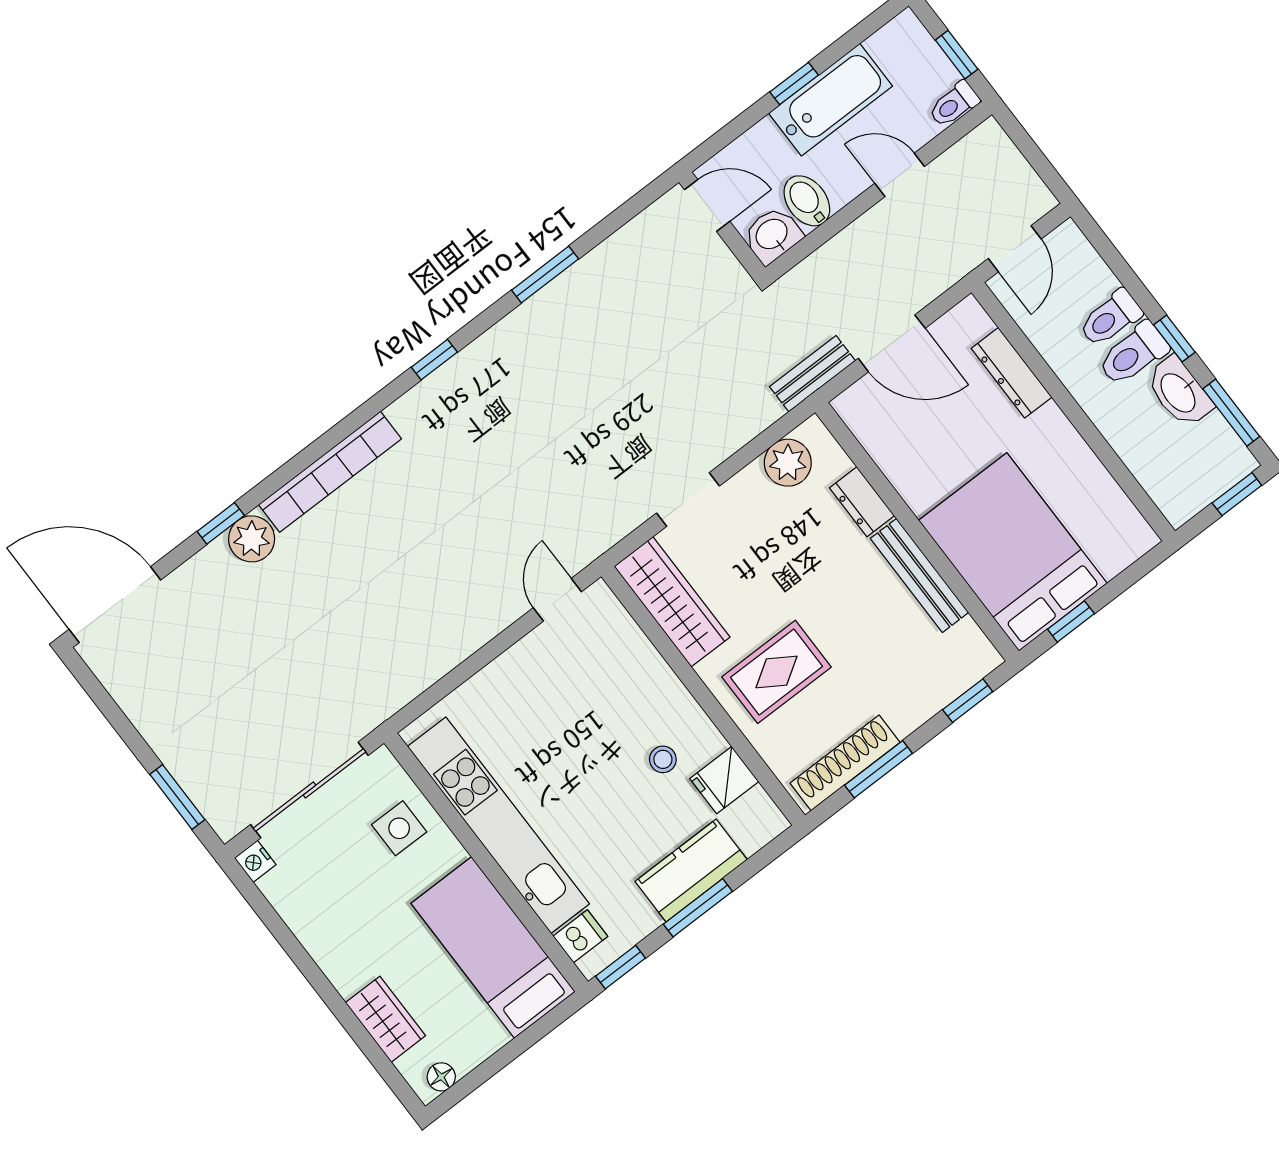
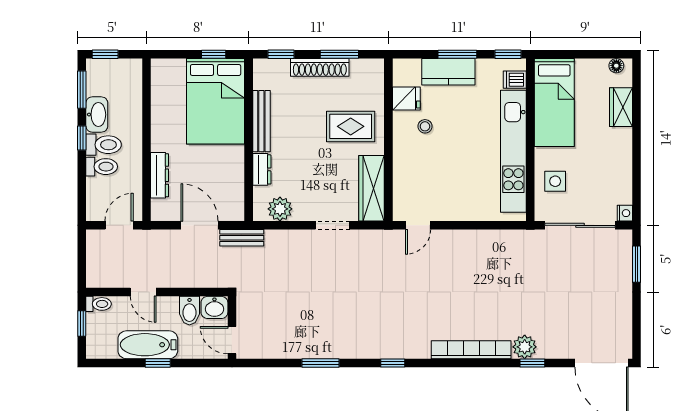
shoe rack: (845, 763) -> (320, 67), moved

